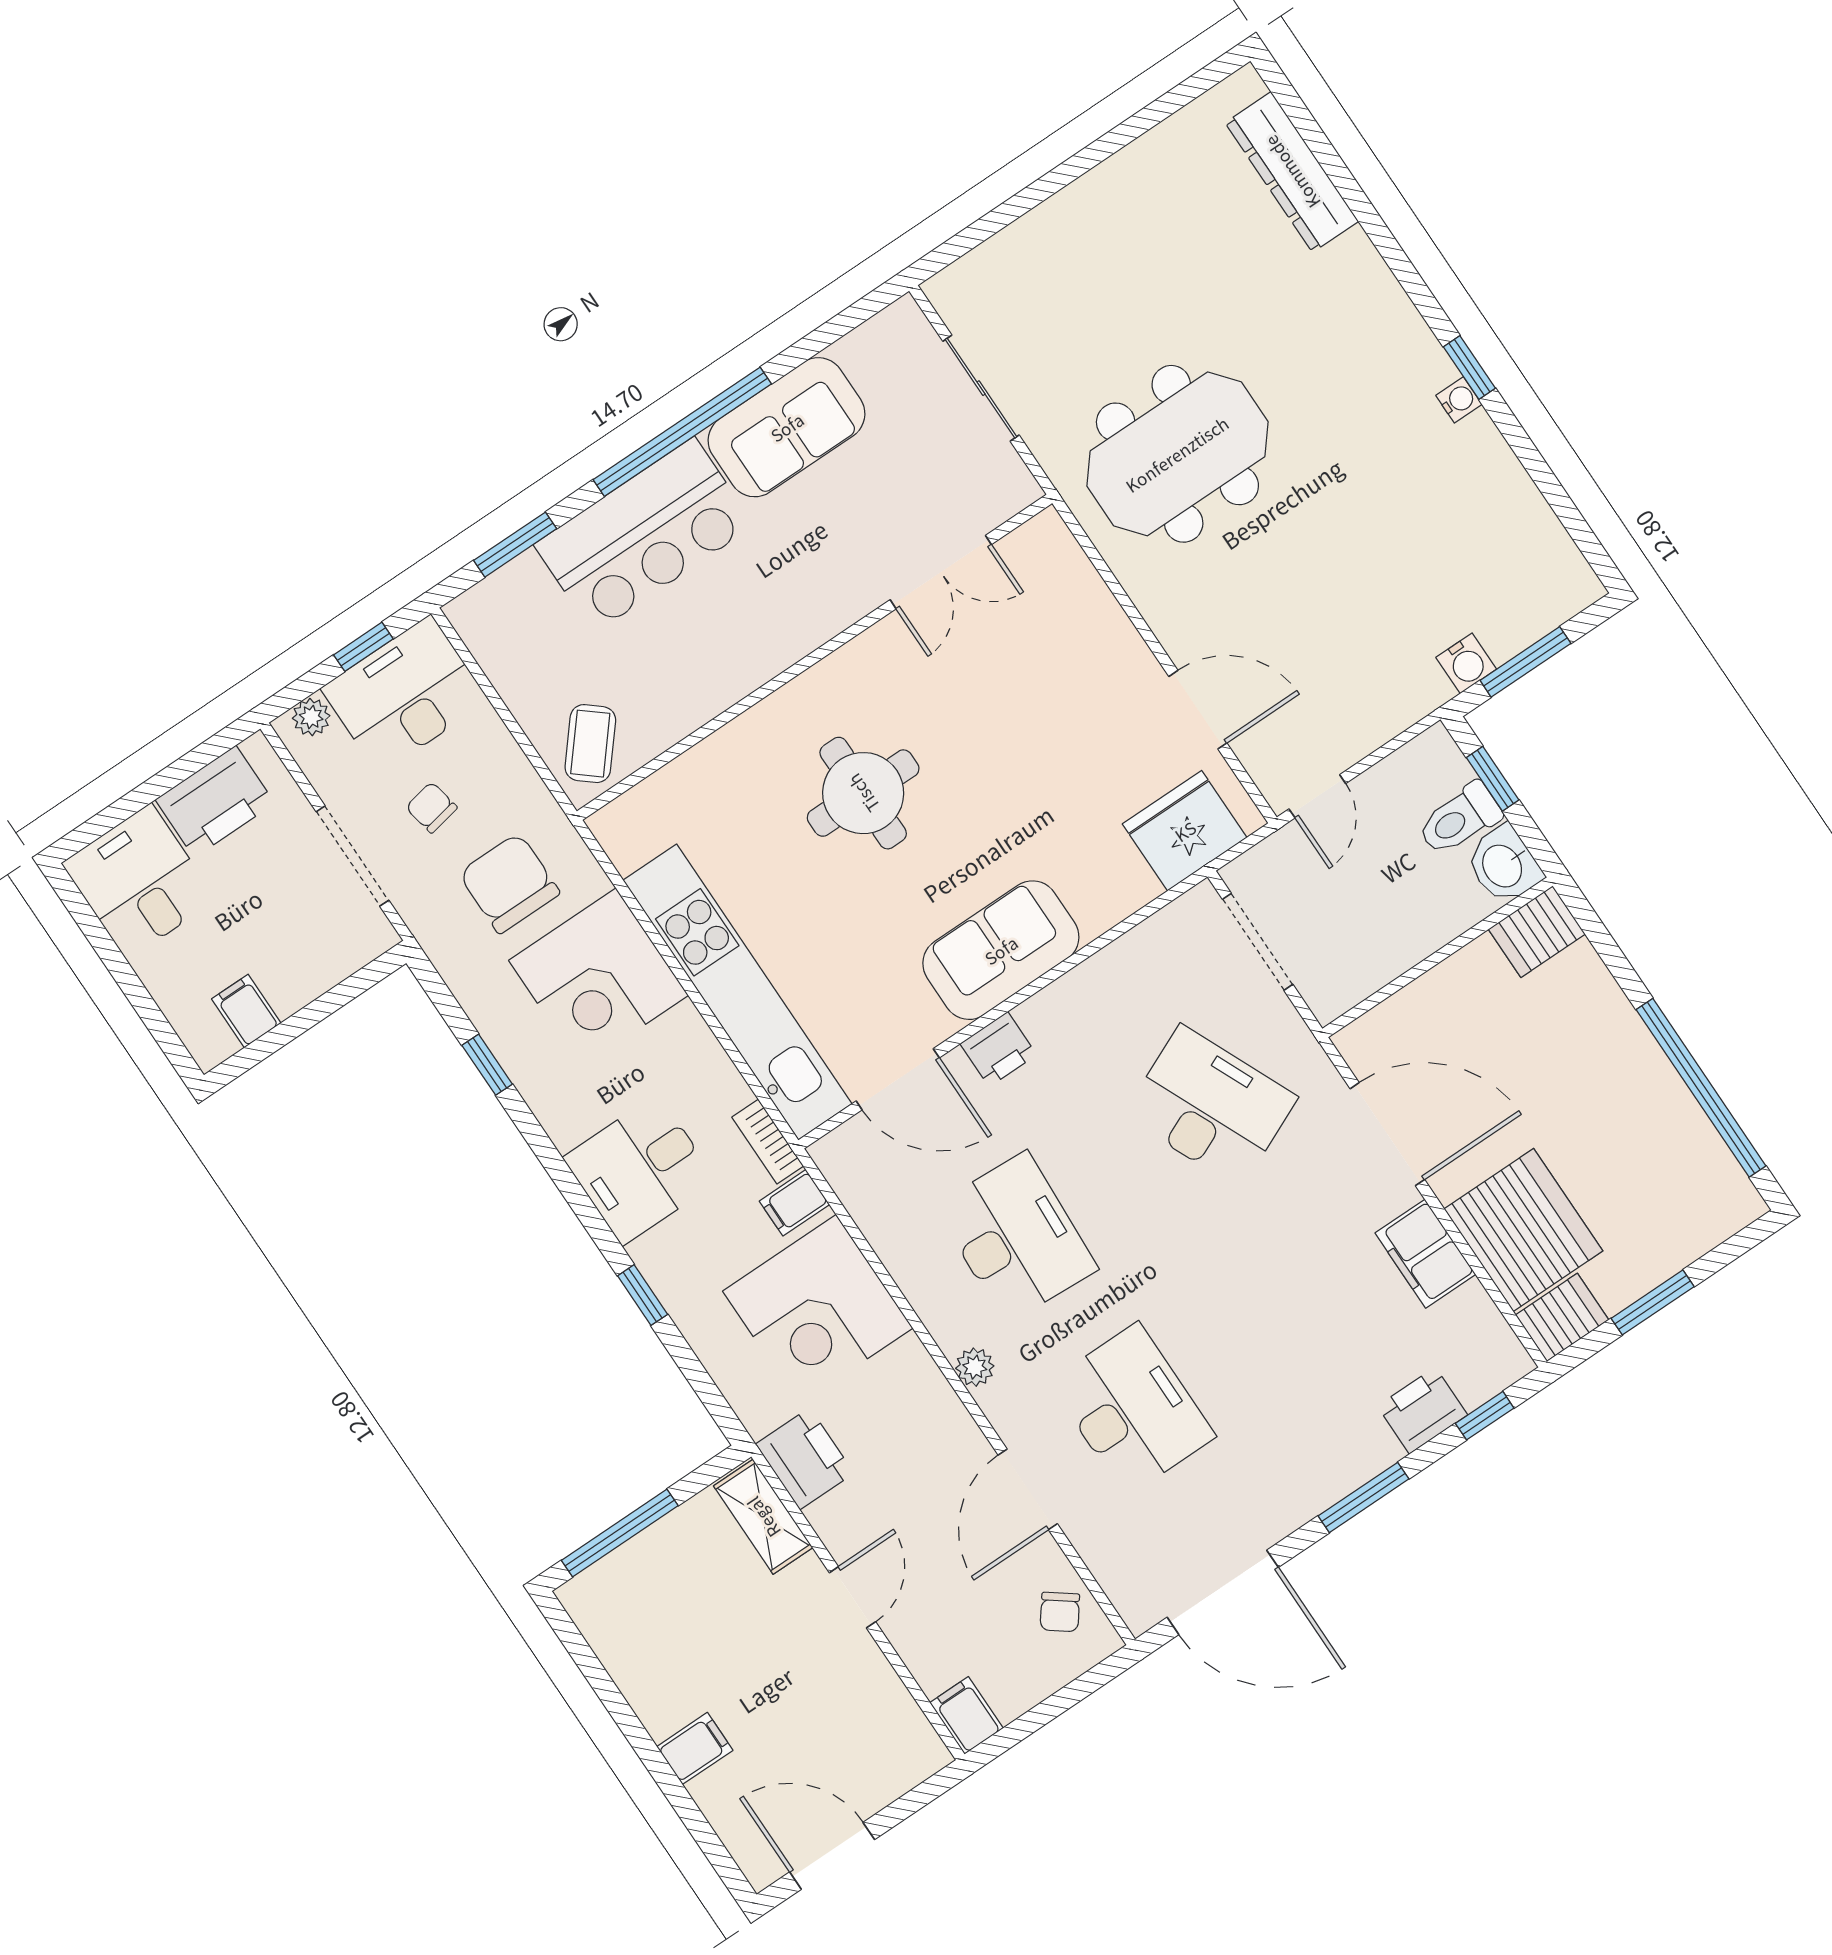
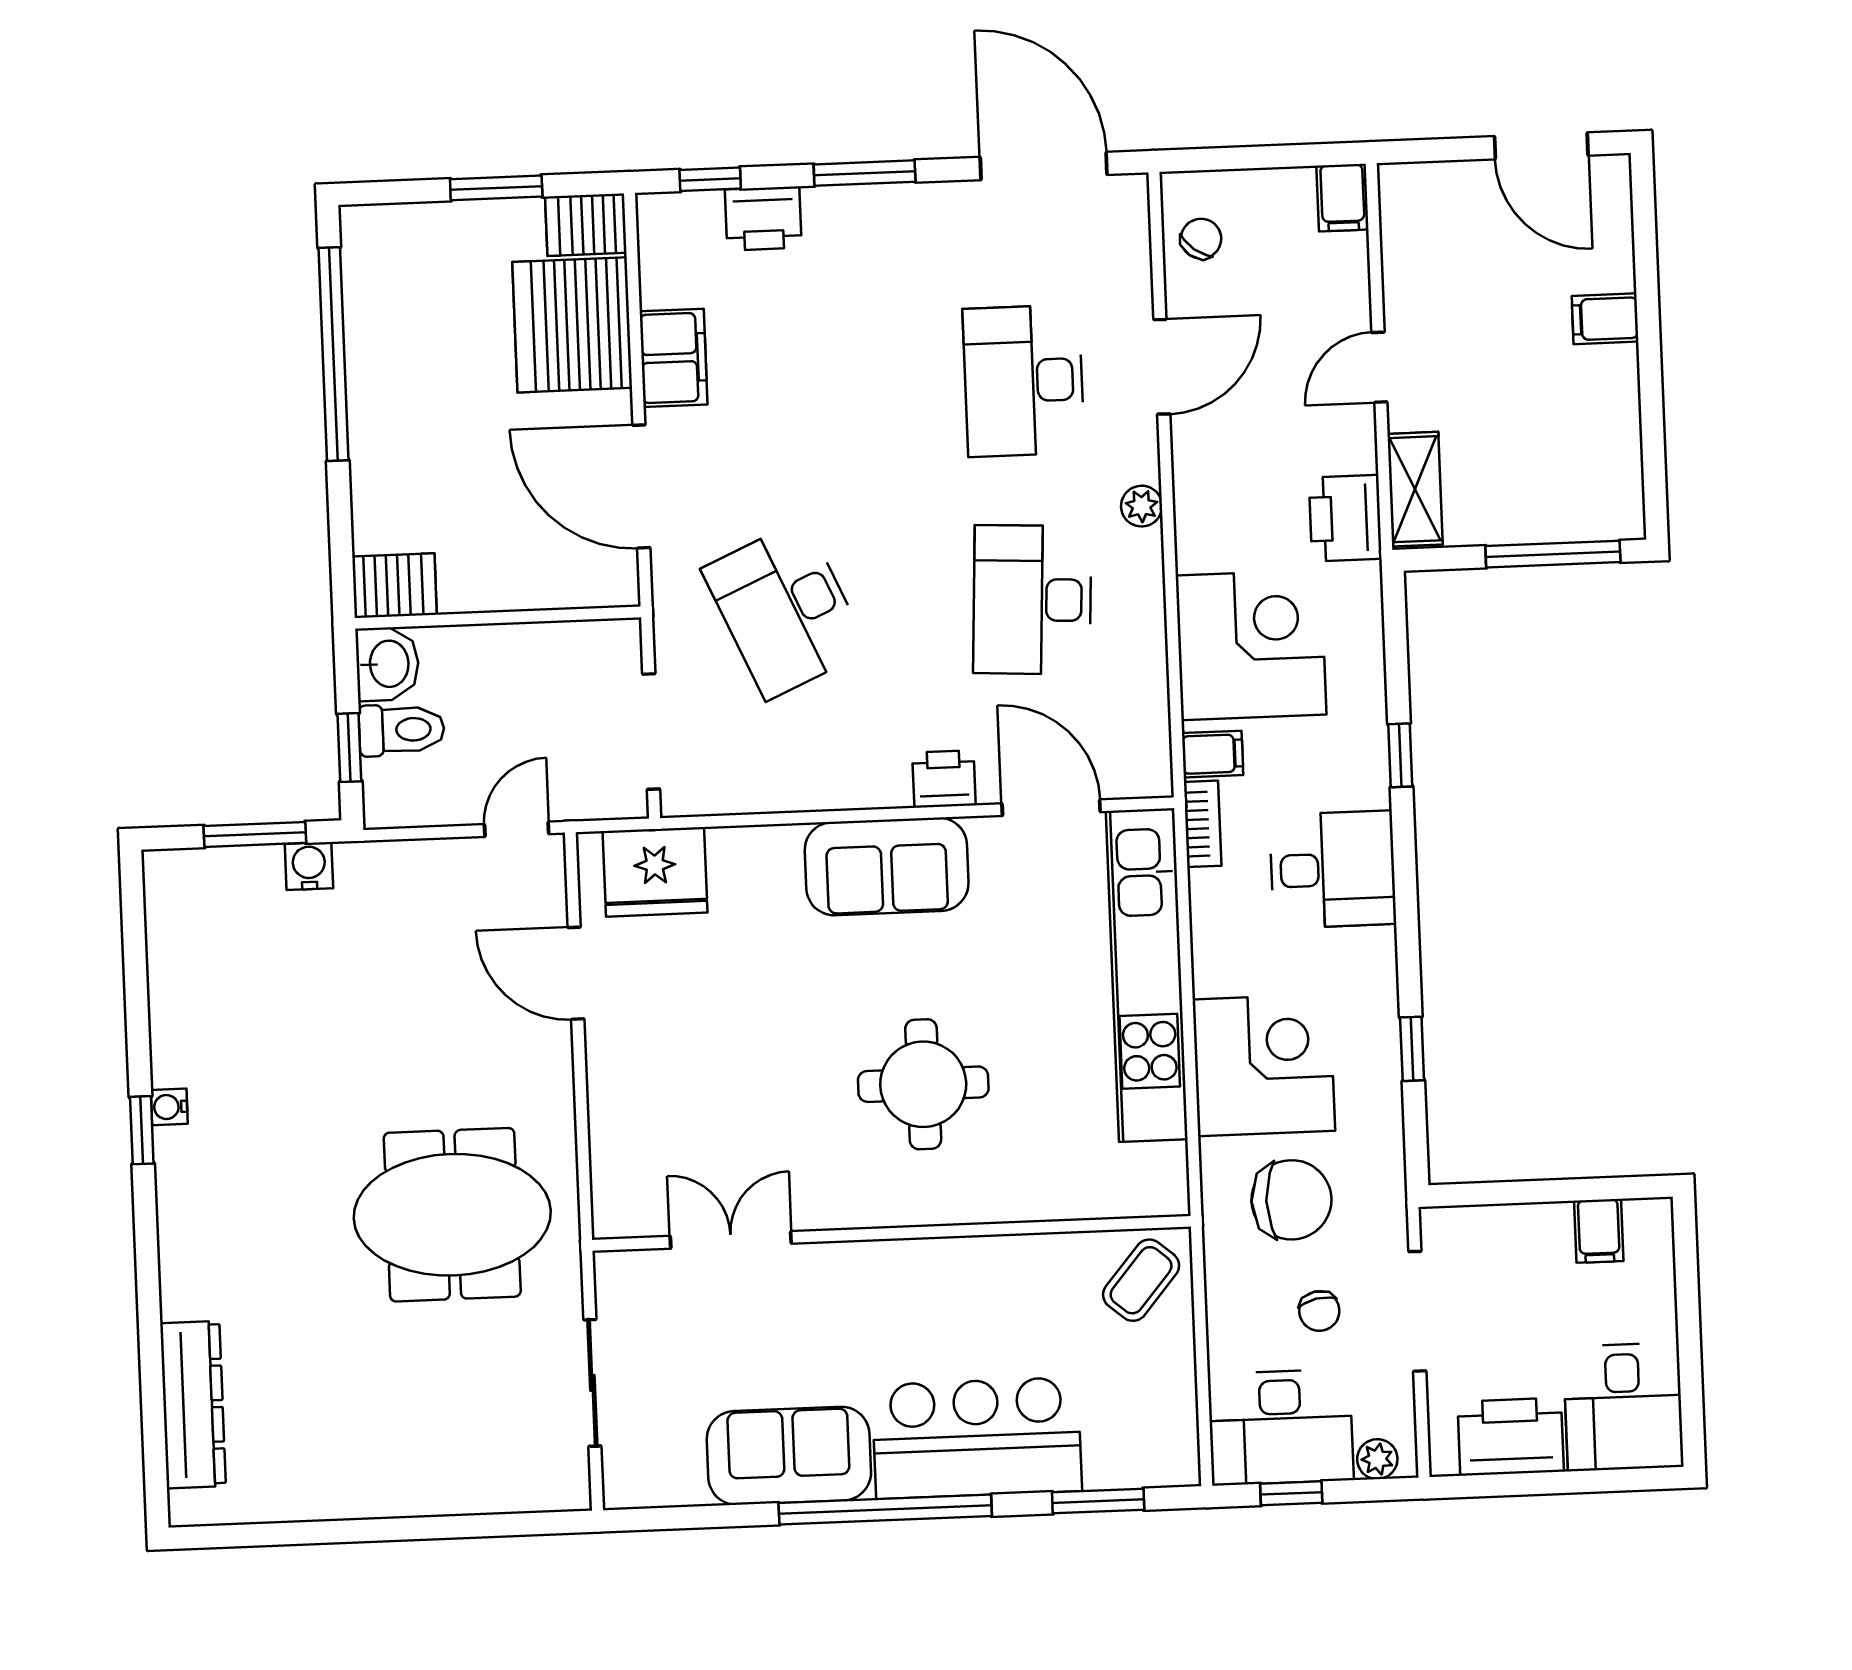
chair: (509, 883) -> (1292, 1200), turned -90

